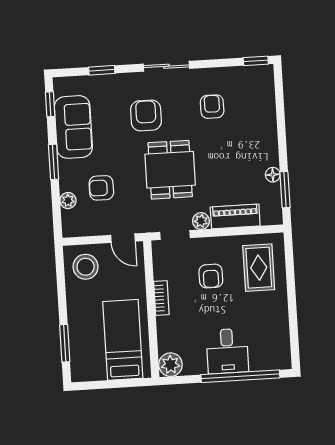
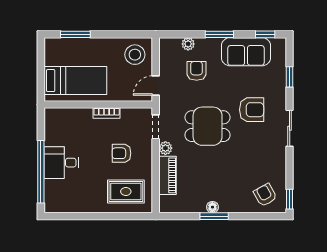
armchair: (212, 107) -> (265, 195), moved, turned -119
floor lamp: (273, 175) -> (212, 207), moved
window: (285, 190) -> (214, 216), moved
plant: (170, 365) -> (53, 117), removed

